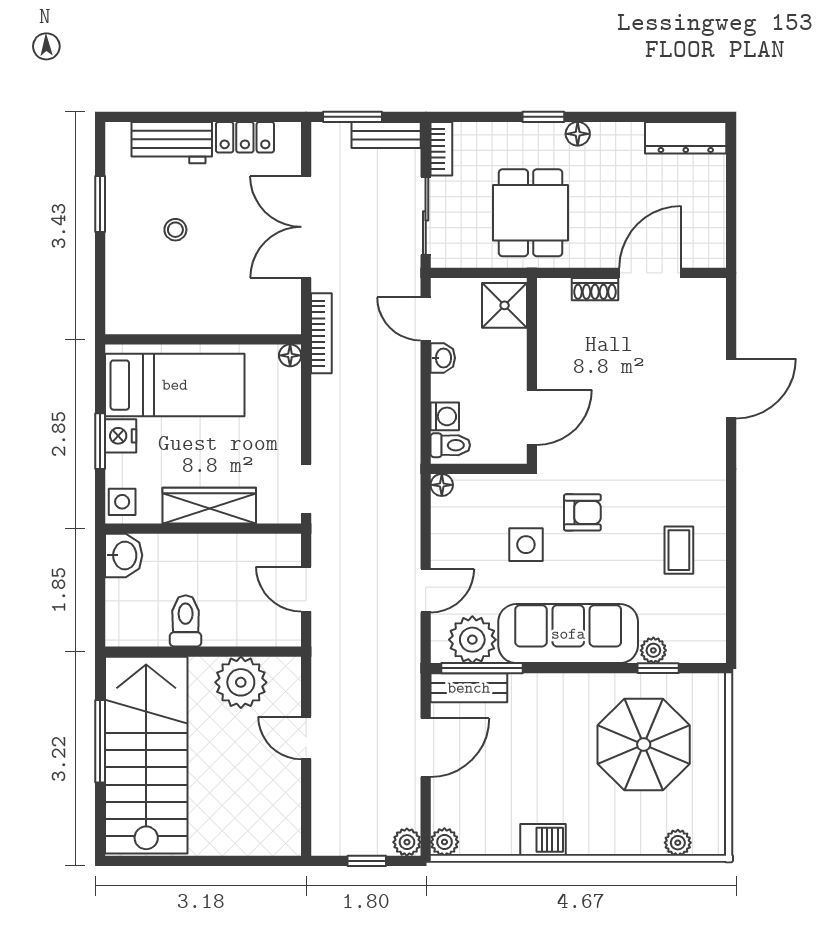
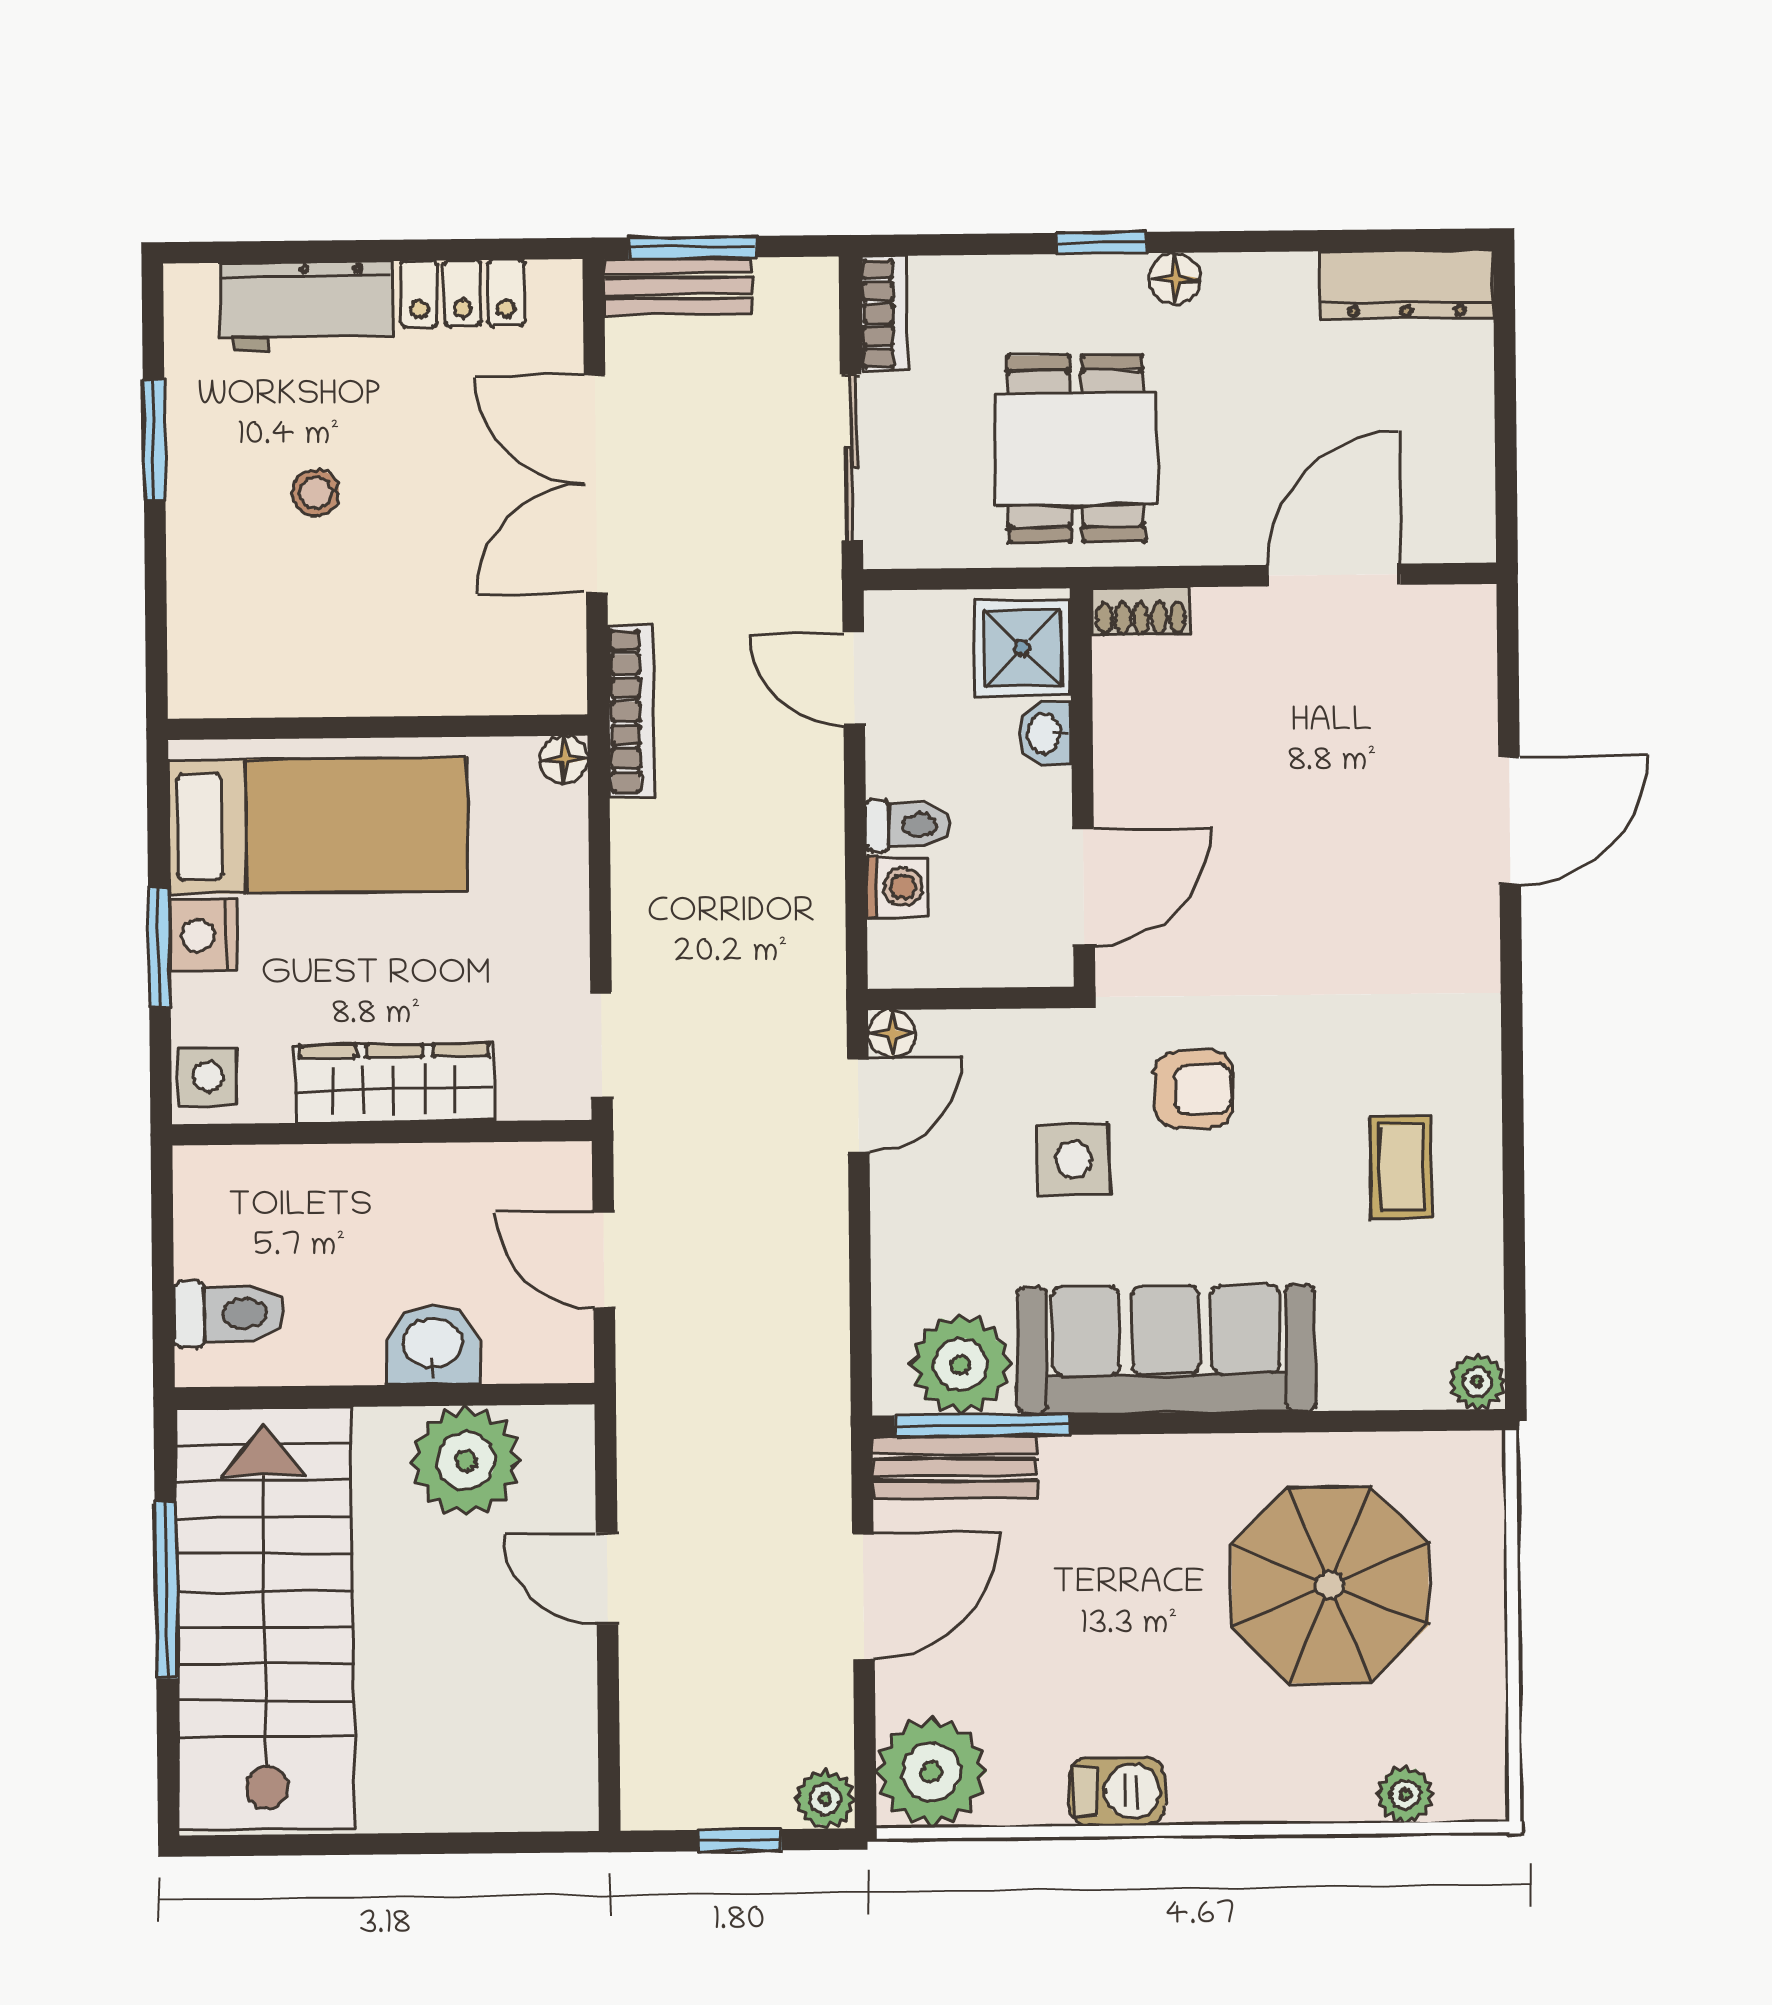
bench: (386, 135) -> (678, 286), moved
shoe rack: (595, 289) -> (1141, 612), moved
washbasin: (443, 358) -> (1045, 733), moved, turned 180
toilet: (450, 445) -> (908, 825), moved
washbasin: (124, 555) -> (432, 1345), moved, turned -90
door: (426, 591) -> (858, 1105), moved
toilet: (186, 621) -> (229, 1314), moved, turned 90
plant: (653, 650) -> (1477, 1382), moved
window: (658, 668) -> (1359, 1421), removed
plant: (444, 842) -> (931, 1772), width x1.88, depth x1.88

